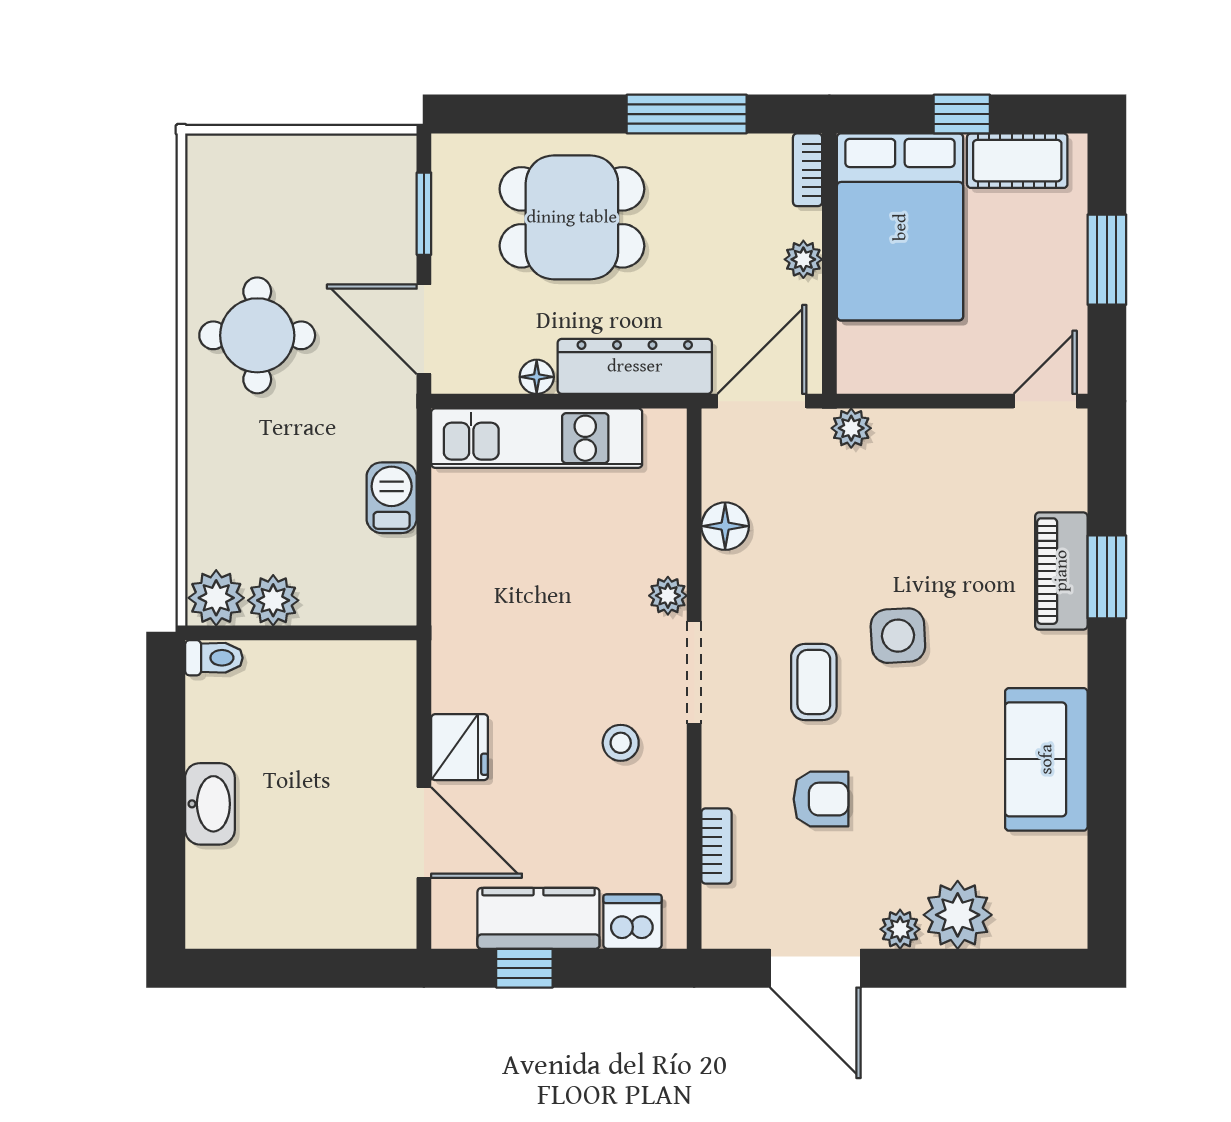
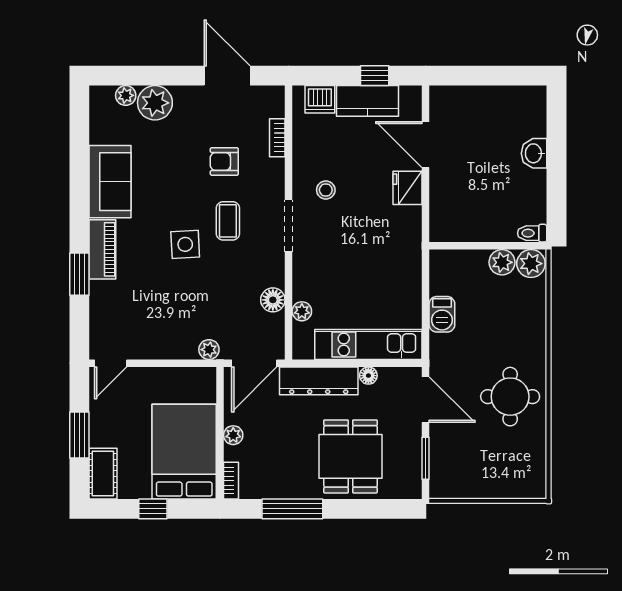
cot: (1017, 161) -> (103, 474), moved, turned 90
dining table: (572, 217) -> (351, 456), turned 90
piano: (1061, 571) -> (102, 249), moved
plant: (668, 596) -> (302, 311), moved
washbasin: (210, 804) -> (534, 153), width x0.72
plant: (900, 929) -> (126, 95), moved

